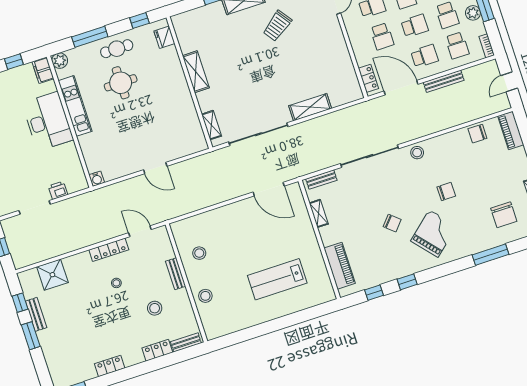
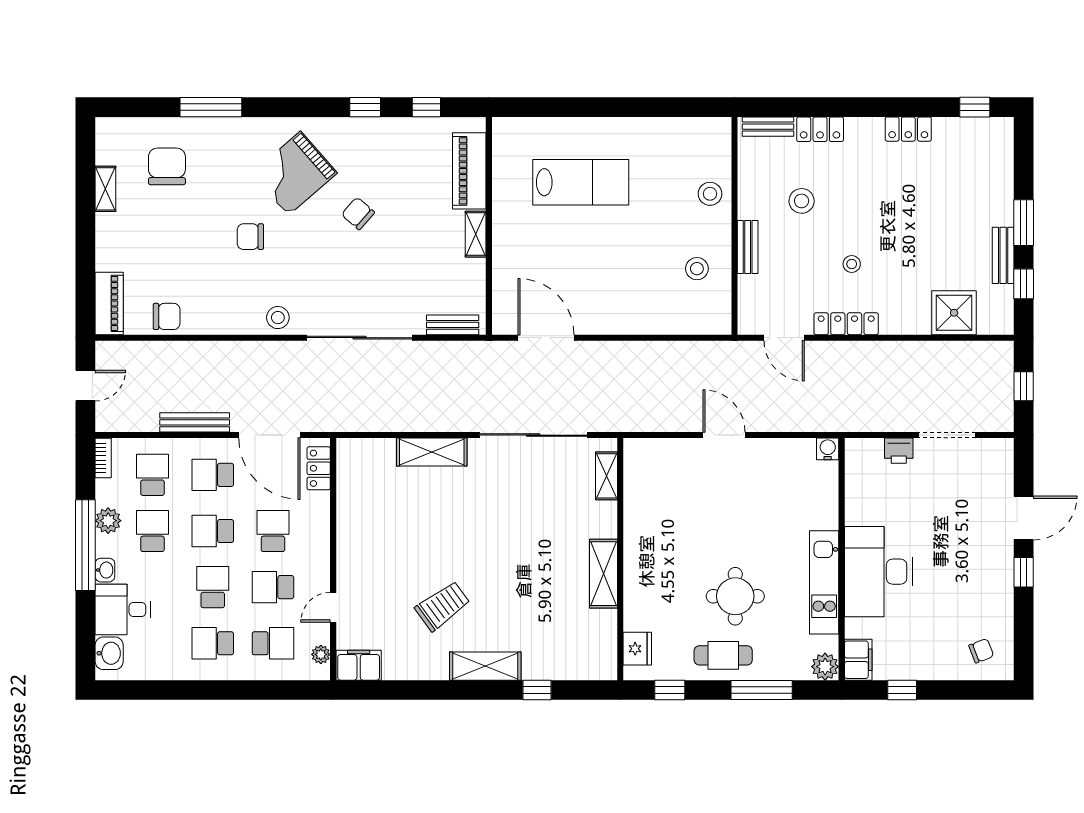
shelving: (319, 213) -> (476, 234), moved

